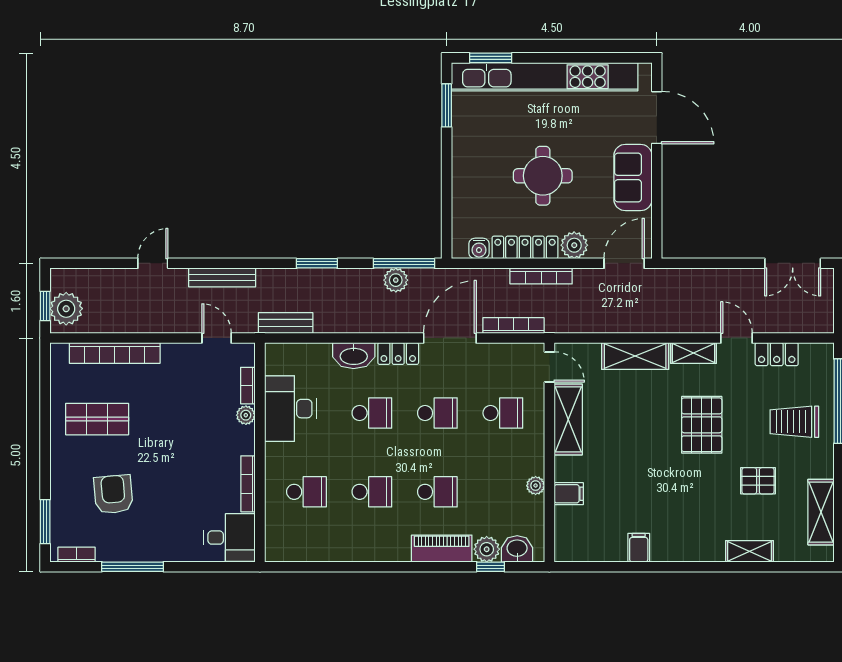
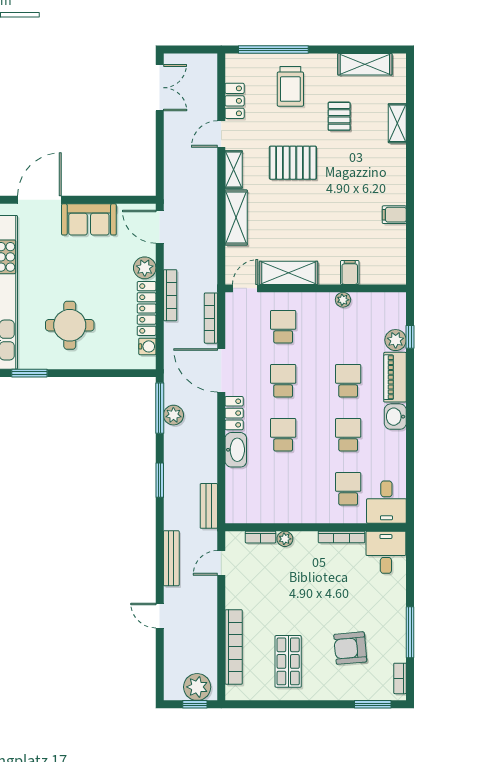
round table: (543, 176) -> (70, 325), moved
desk: (290, 409) -> (386, 502), moved, width x0.73
washbasin: (517, 549) -> (395, 417), moved

